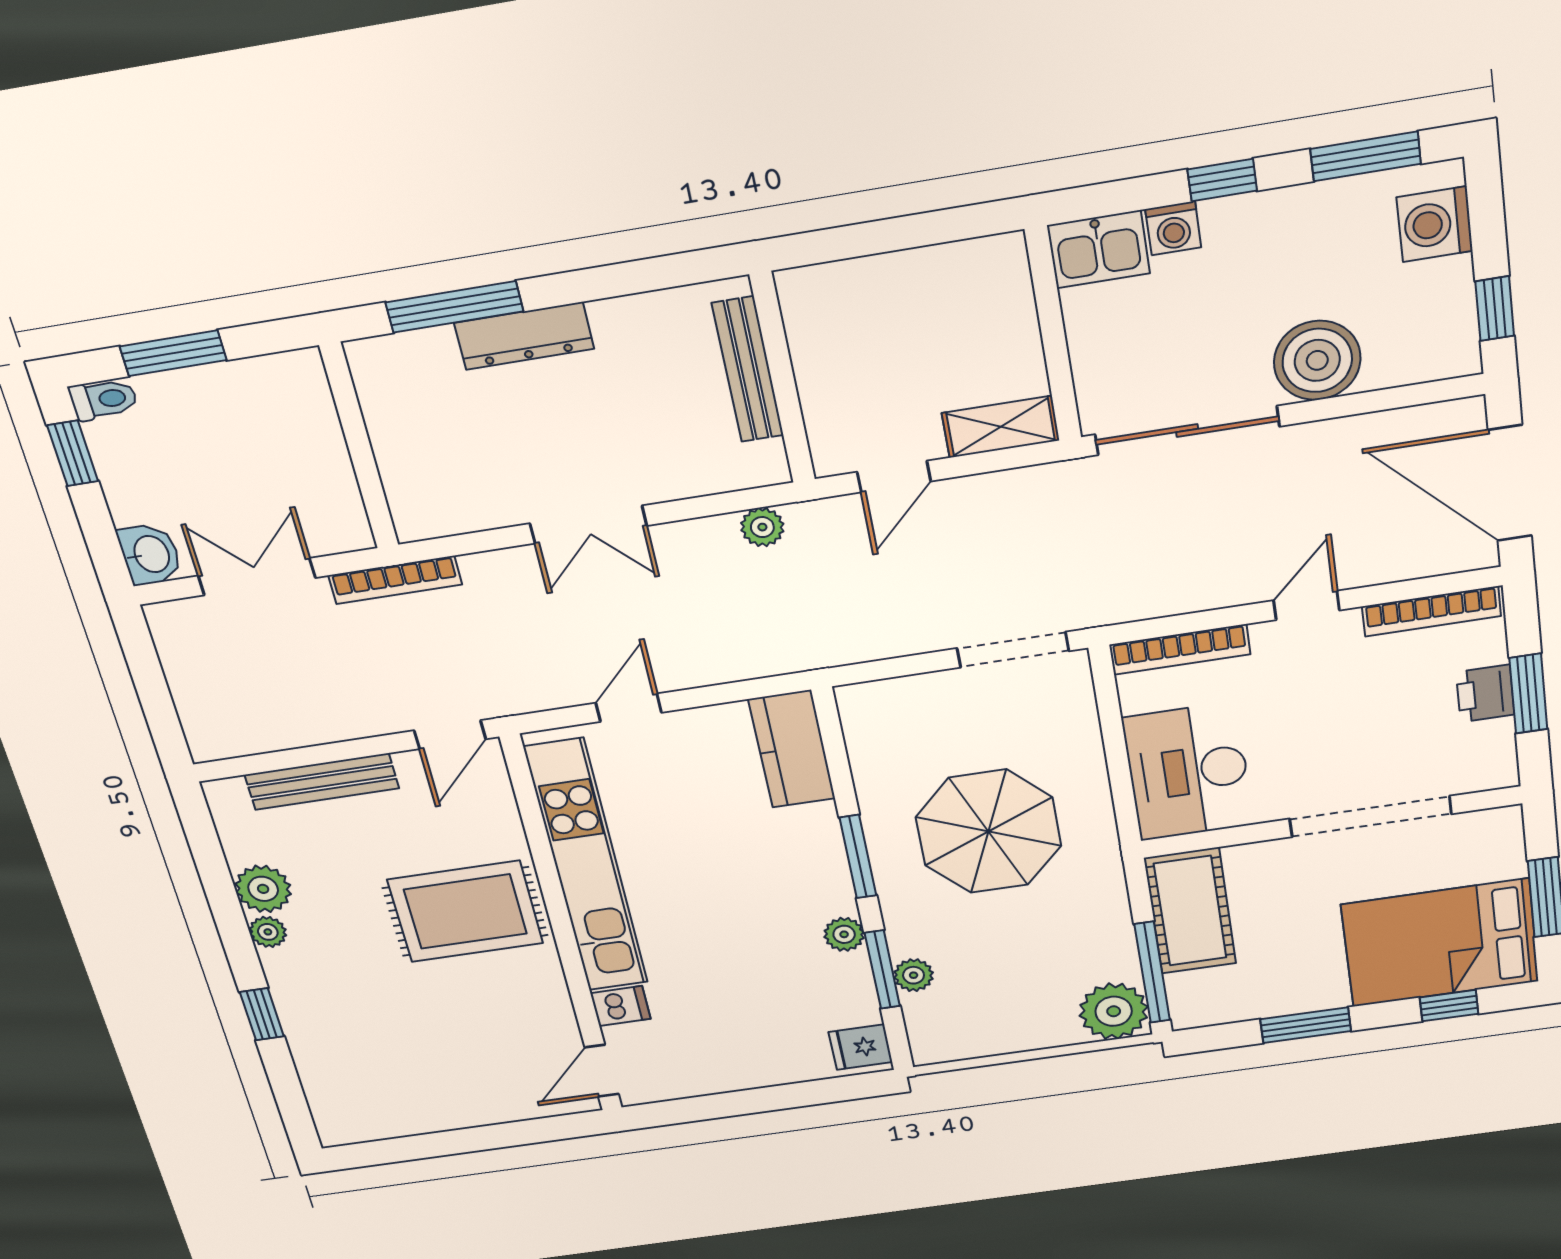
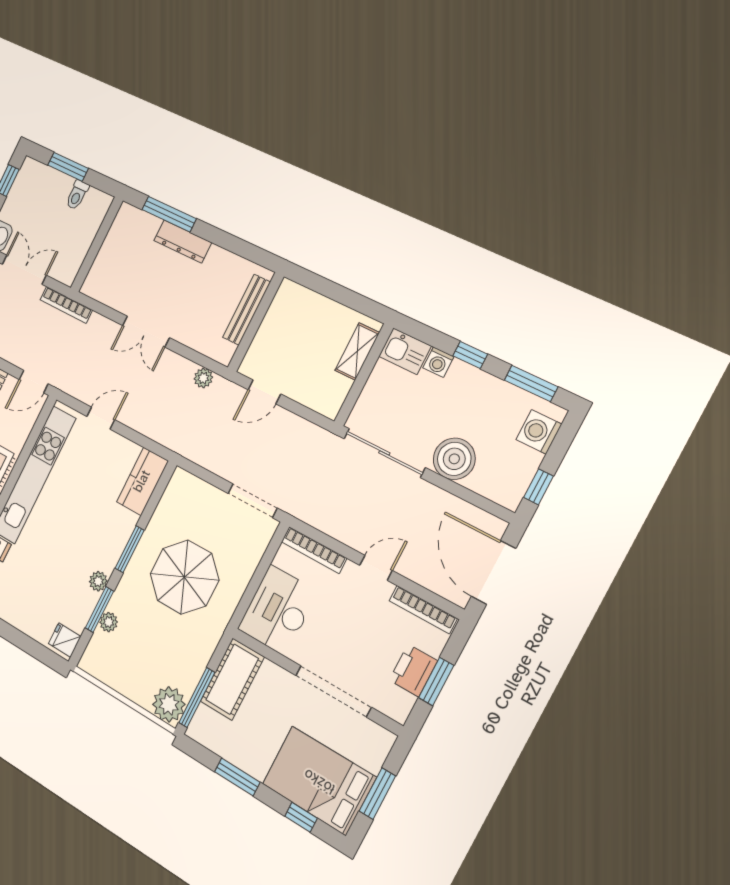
toilet: (104, 399) -> (77, 195), moved, turned 90
shelving: (1001, 427) -> (357, 352), moved, turned 90
printer: (1485, 693) -> (413, 671), width x1.36, depth x1.24

